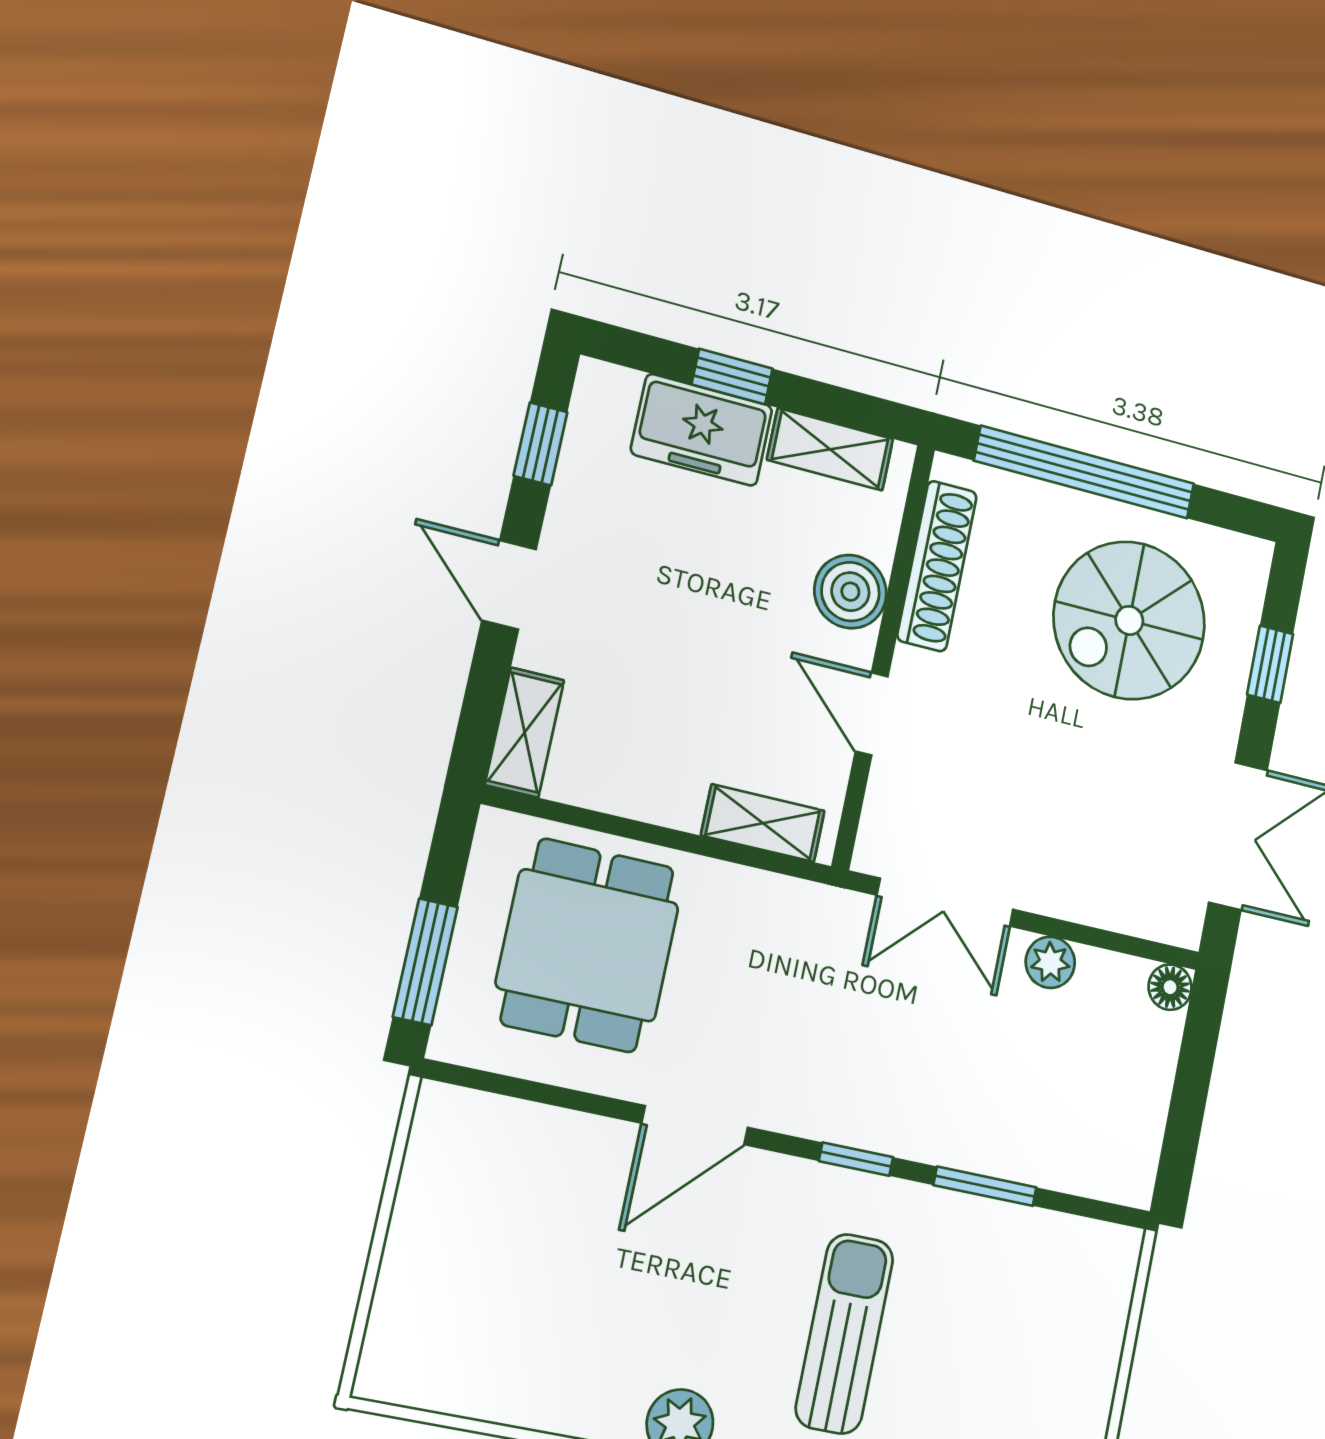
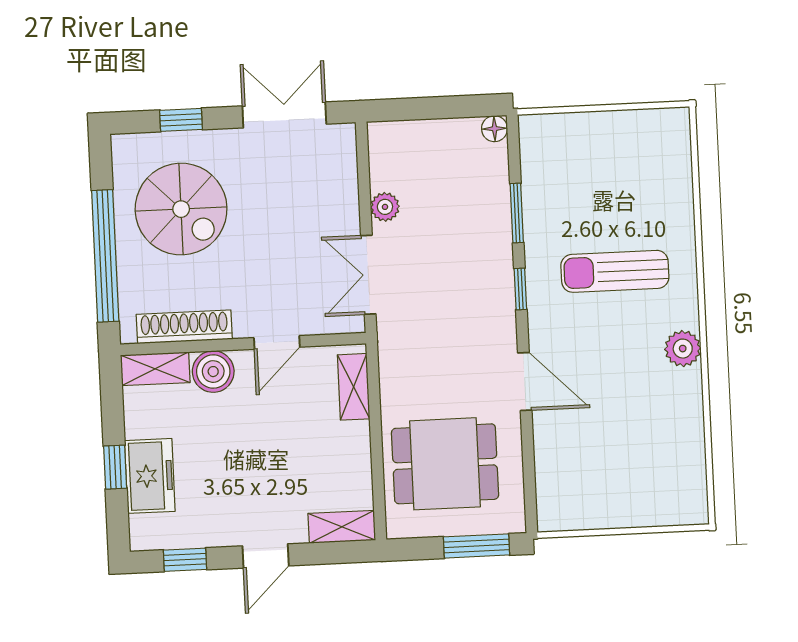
shelving: (830, 449) -> (155, 369), moved, turned 90
double door: (945, 902) -> (368, 275), swing flipped
floor lamp: (1170, 987) -> (495, 129), moved

